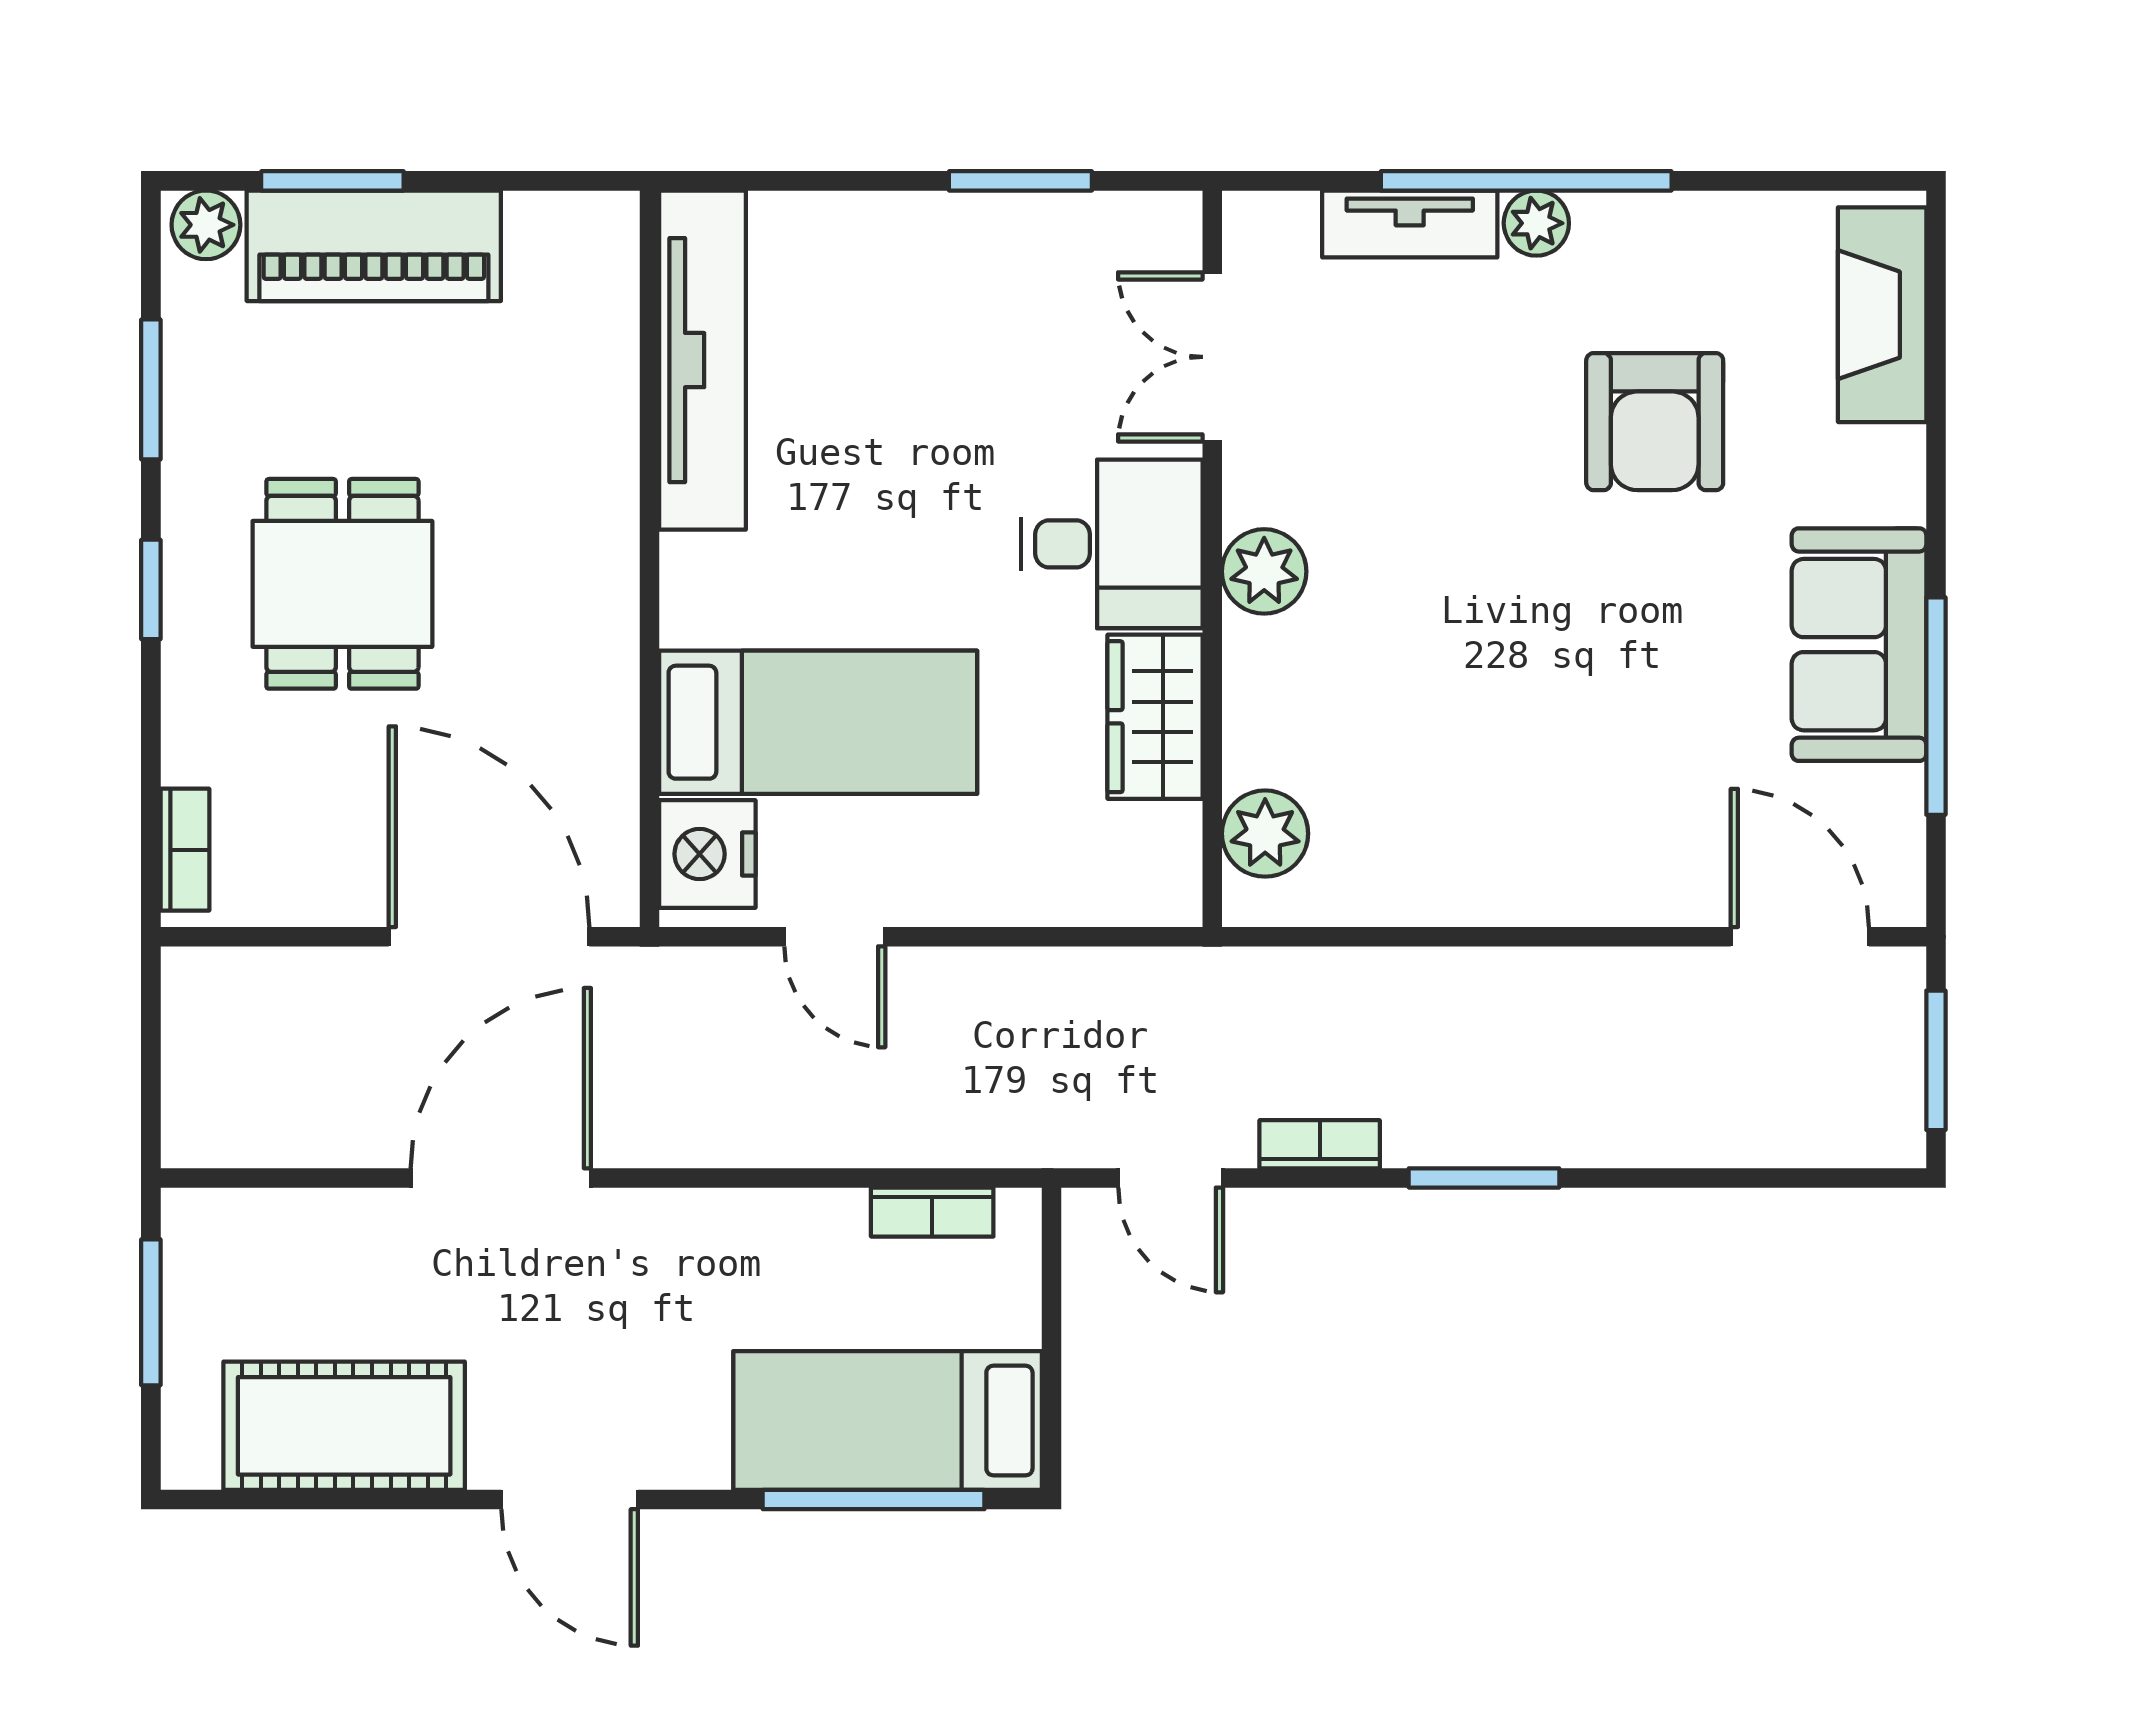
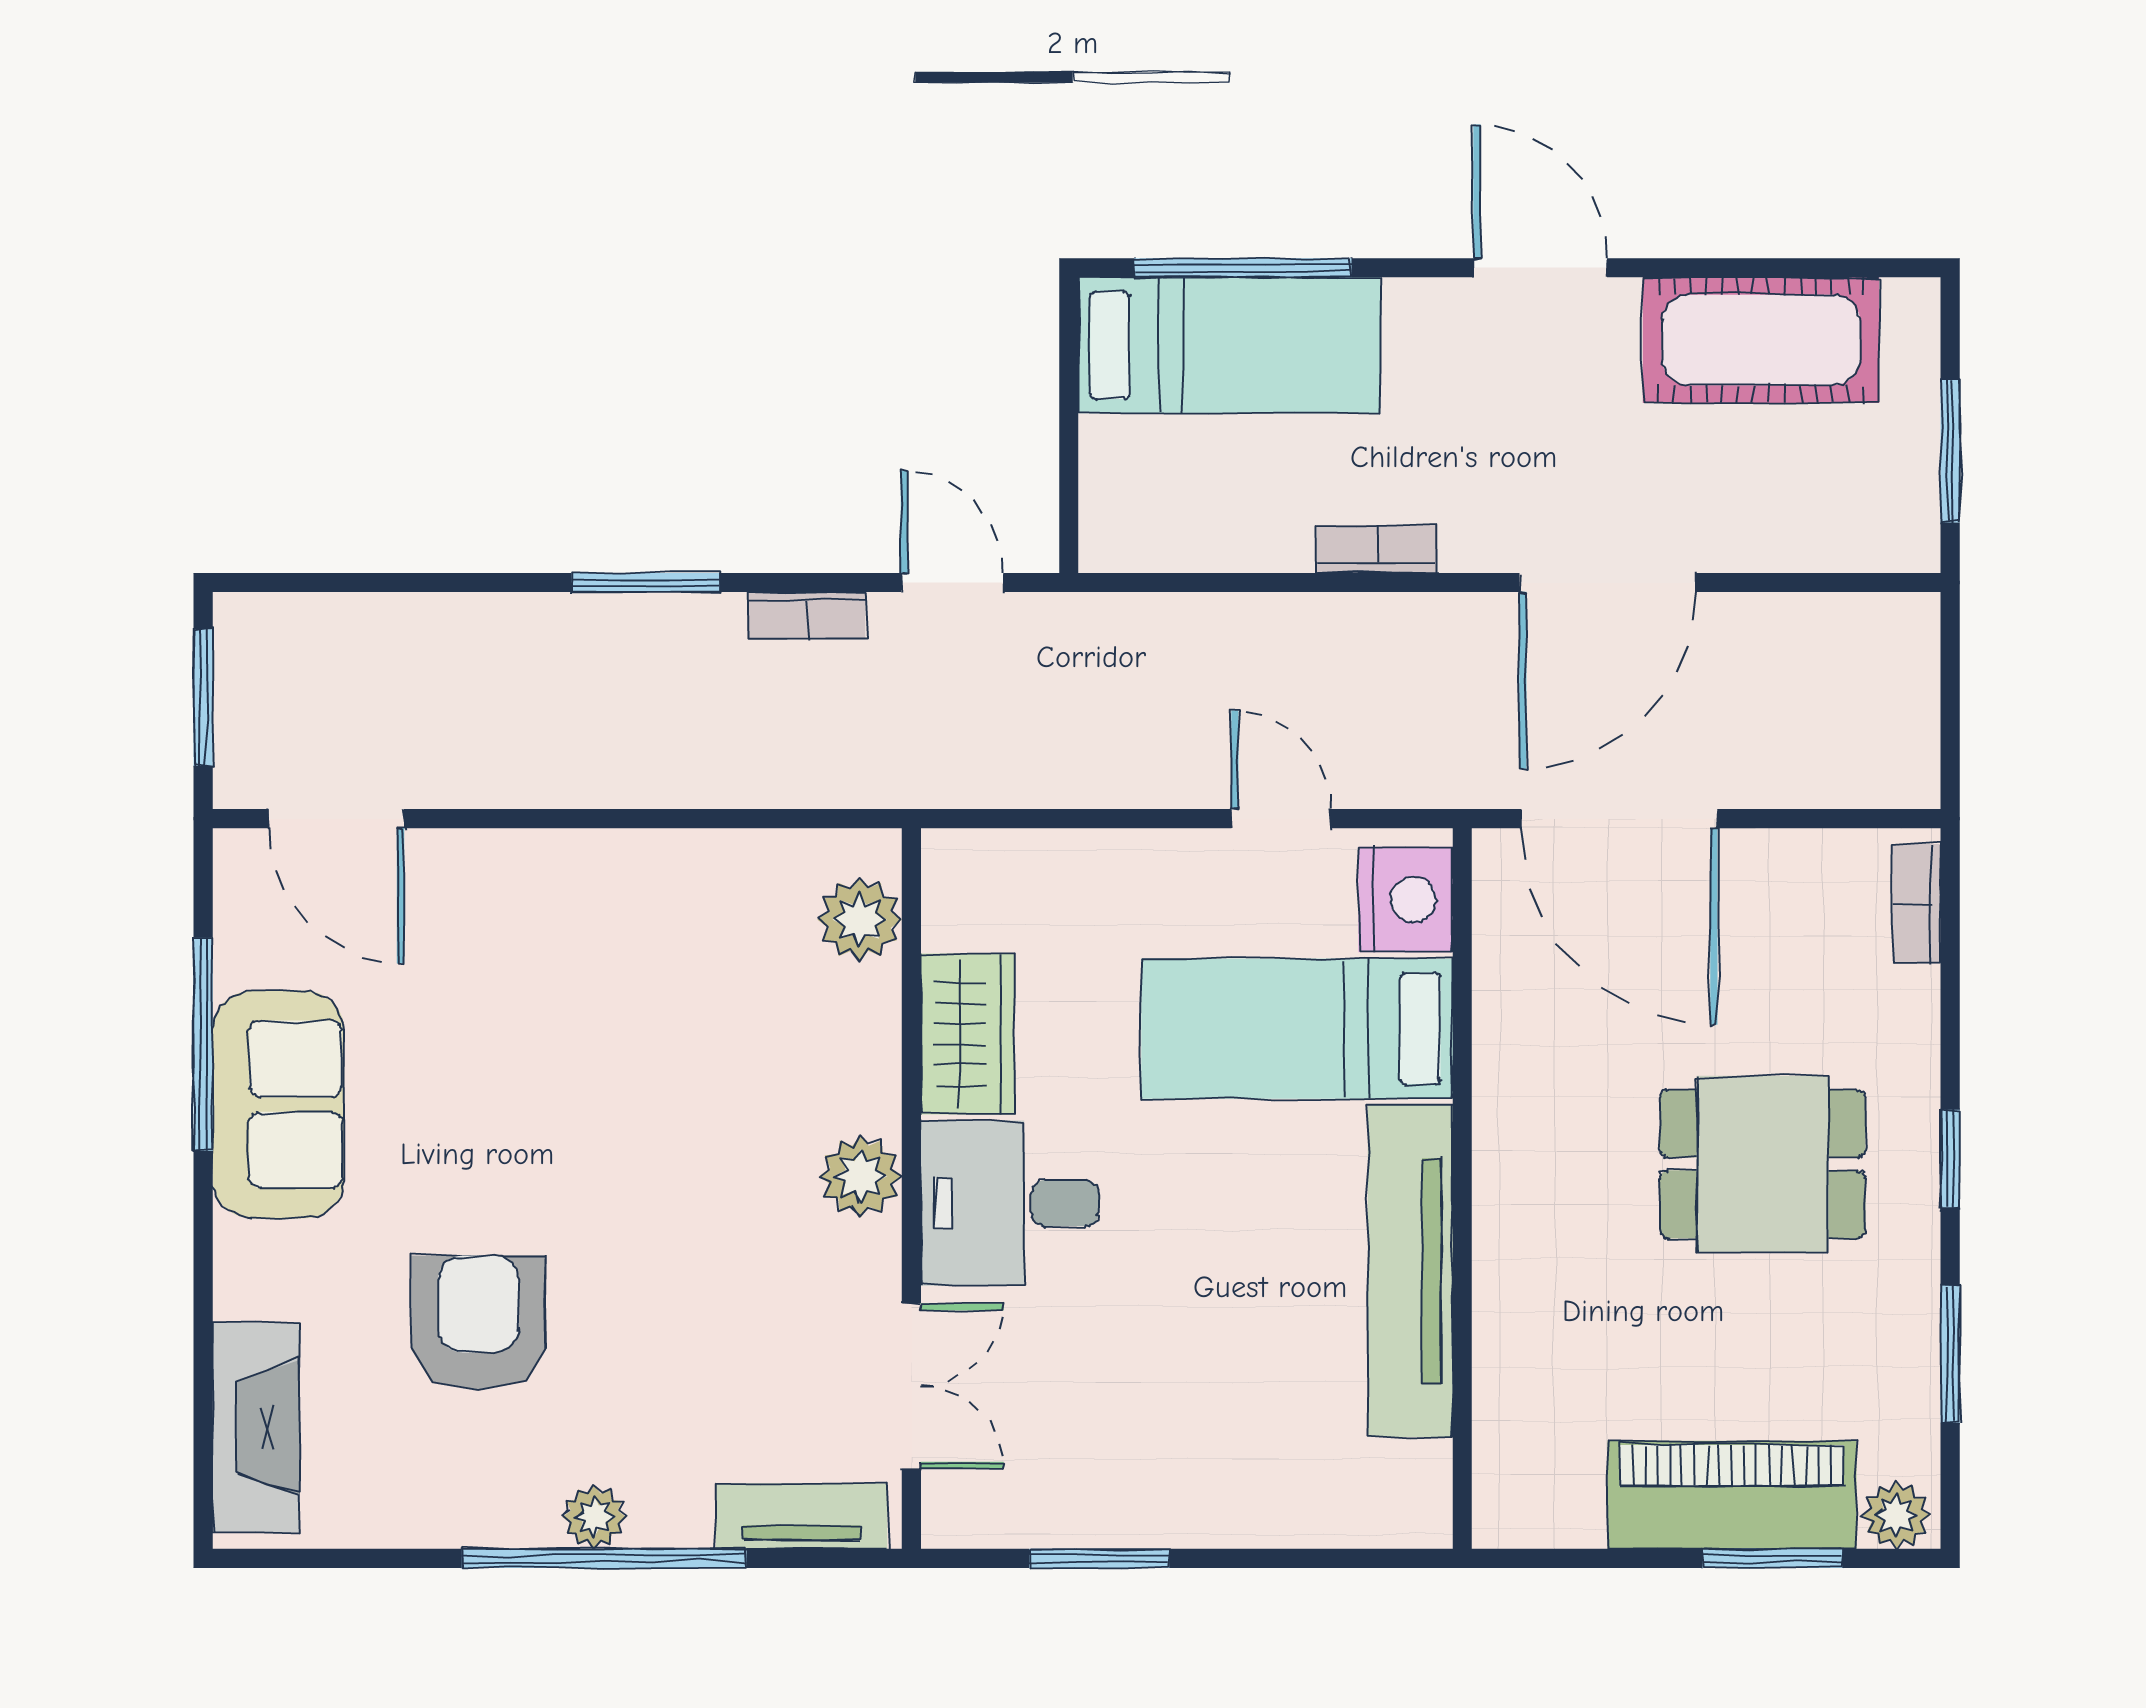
tv unit: (1410, 224) -> (801, 1516), moved
tv unit: (702, 360) -> (1410, 1271), moved
dining table: (342, 584) -> (1763, 1164), turned 90
bookcase: (932, 1212) -> (1377, 549), moved

